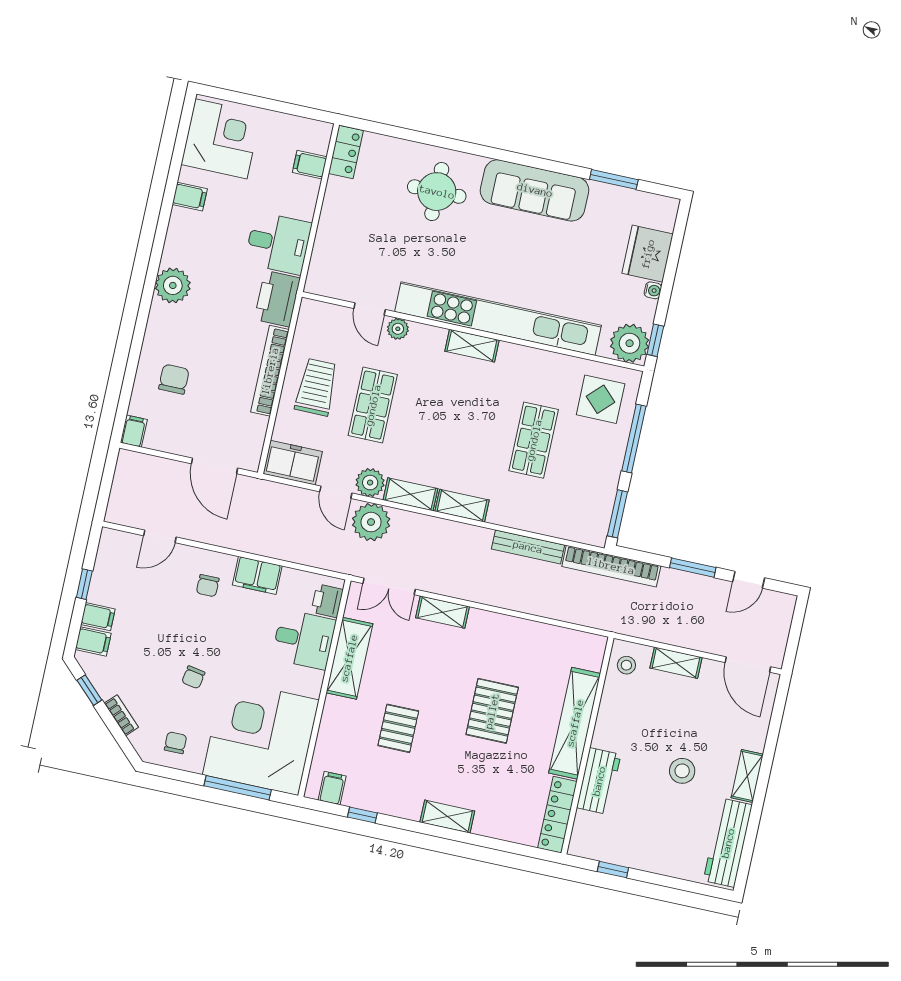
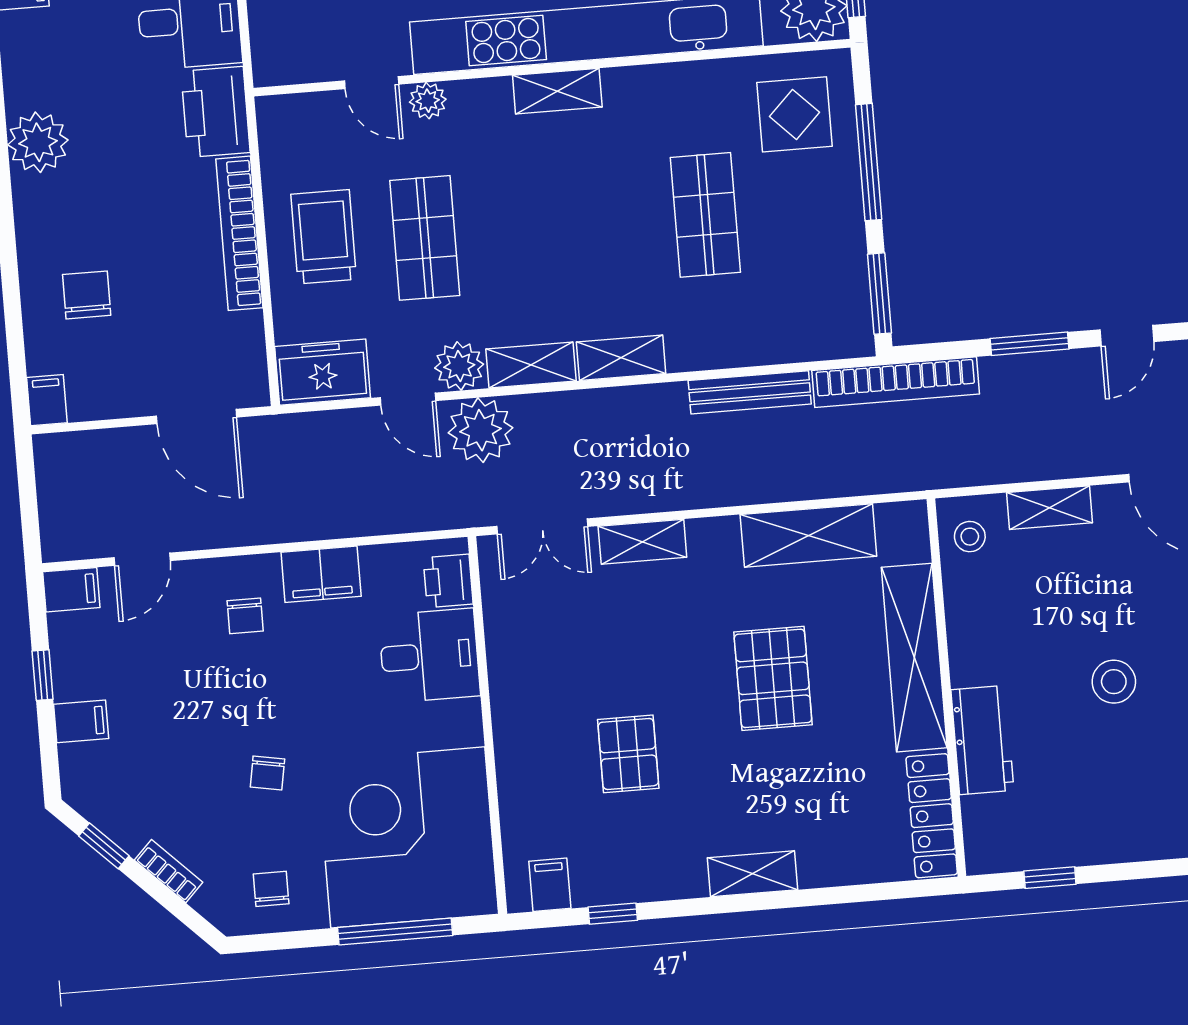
filing cabinet: (93, 641) -> (71, 590), moved
shelving: (349, 658) -> (808, 535), moved, turned 90

